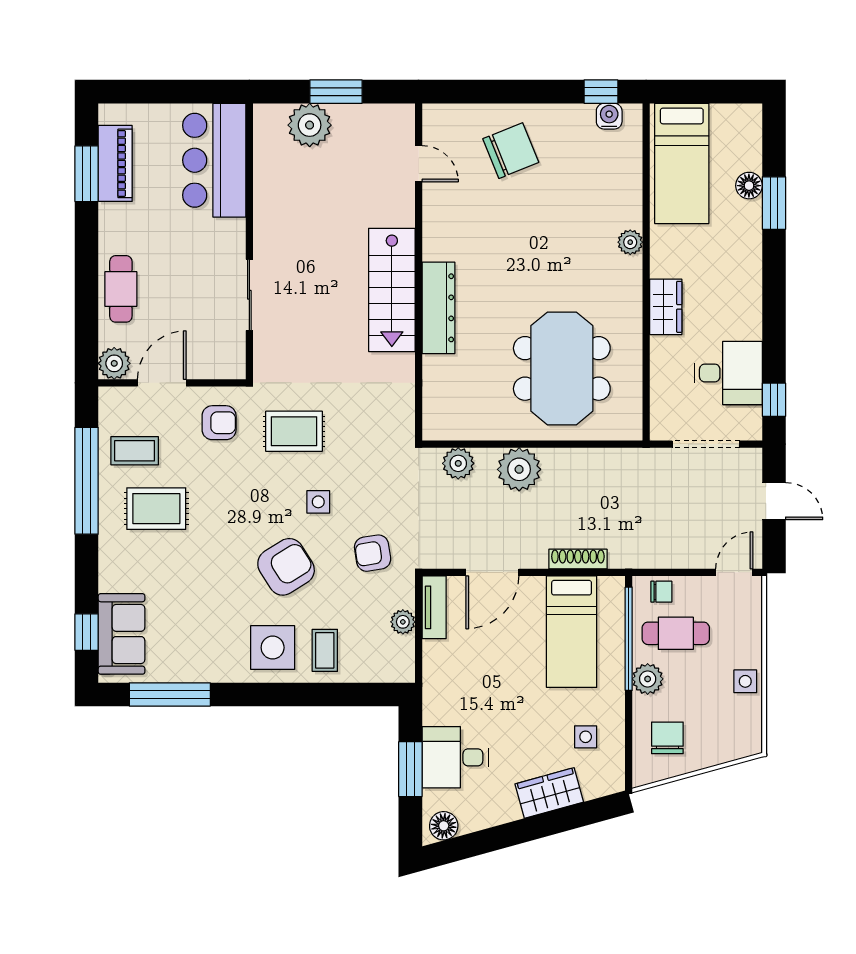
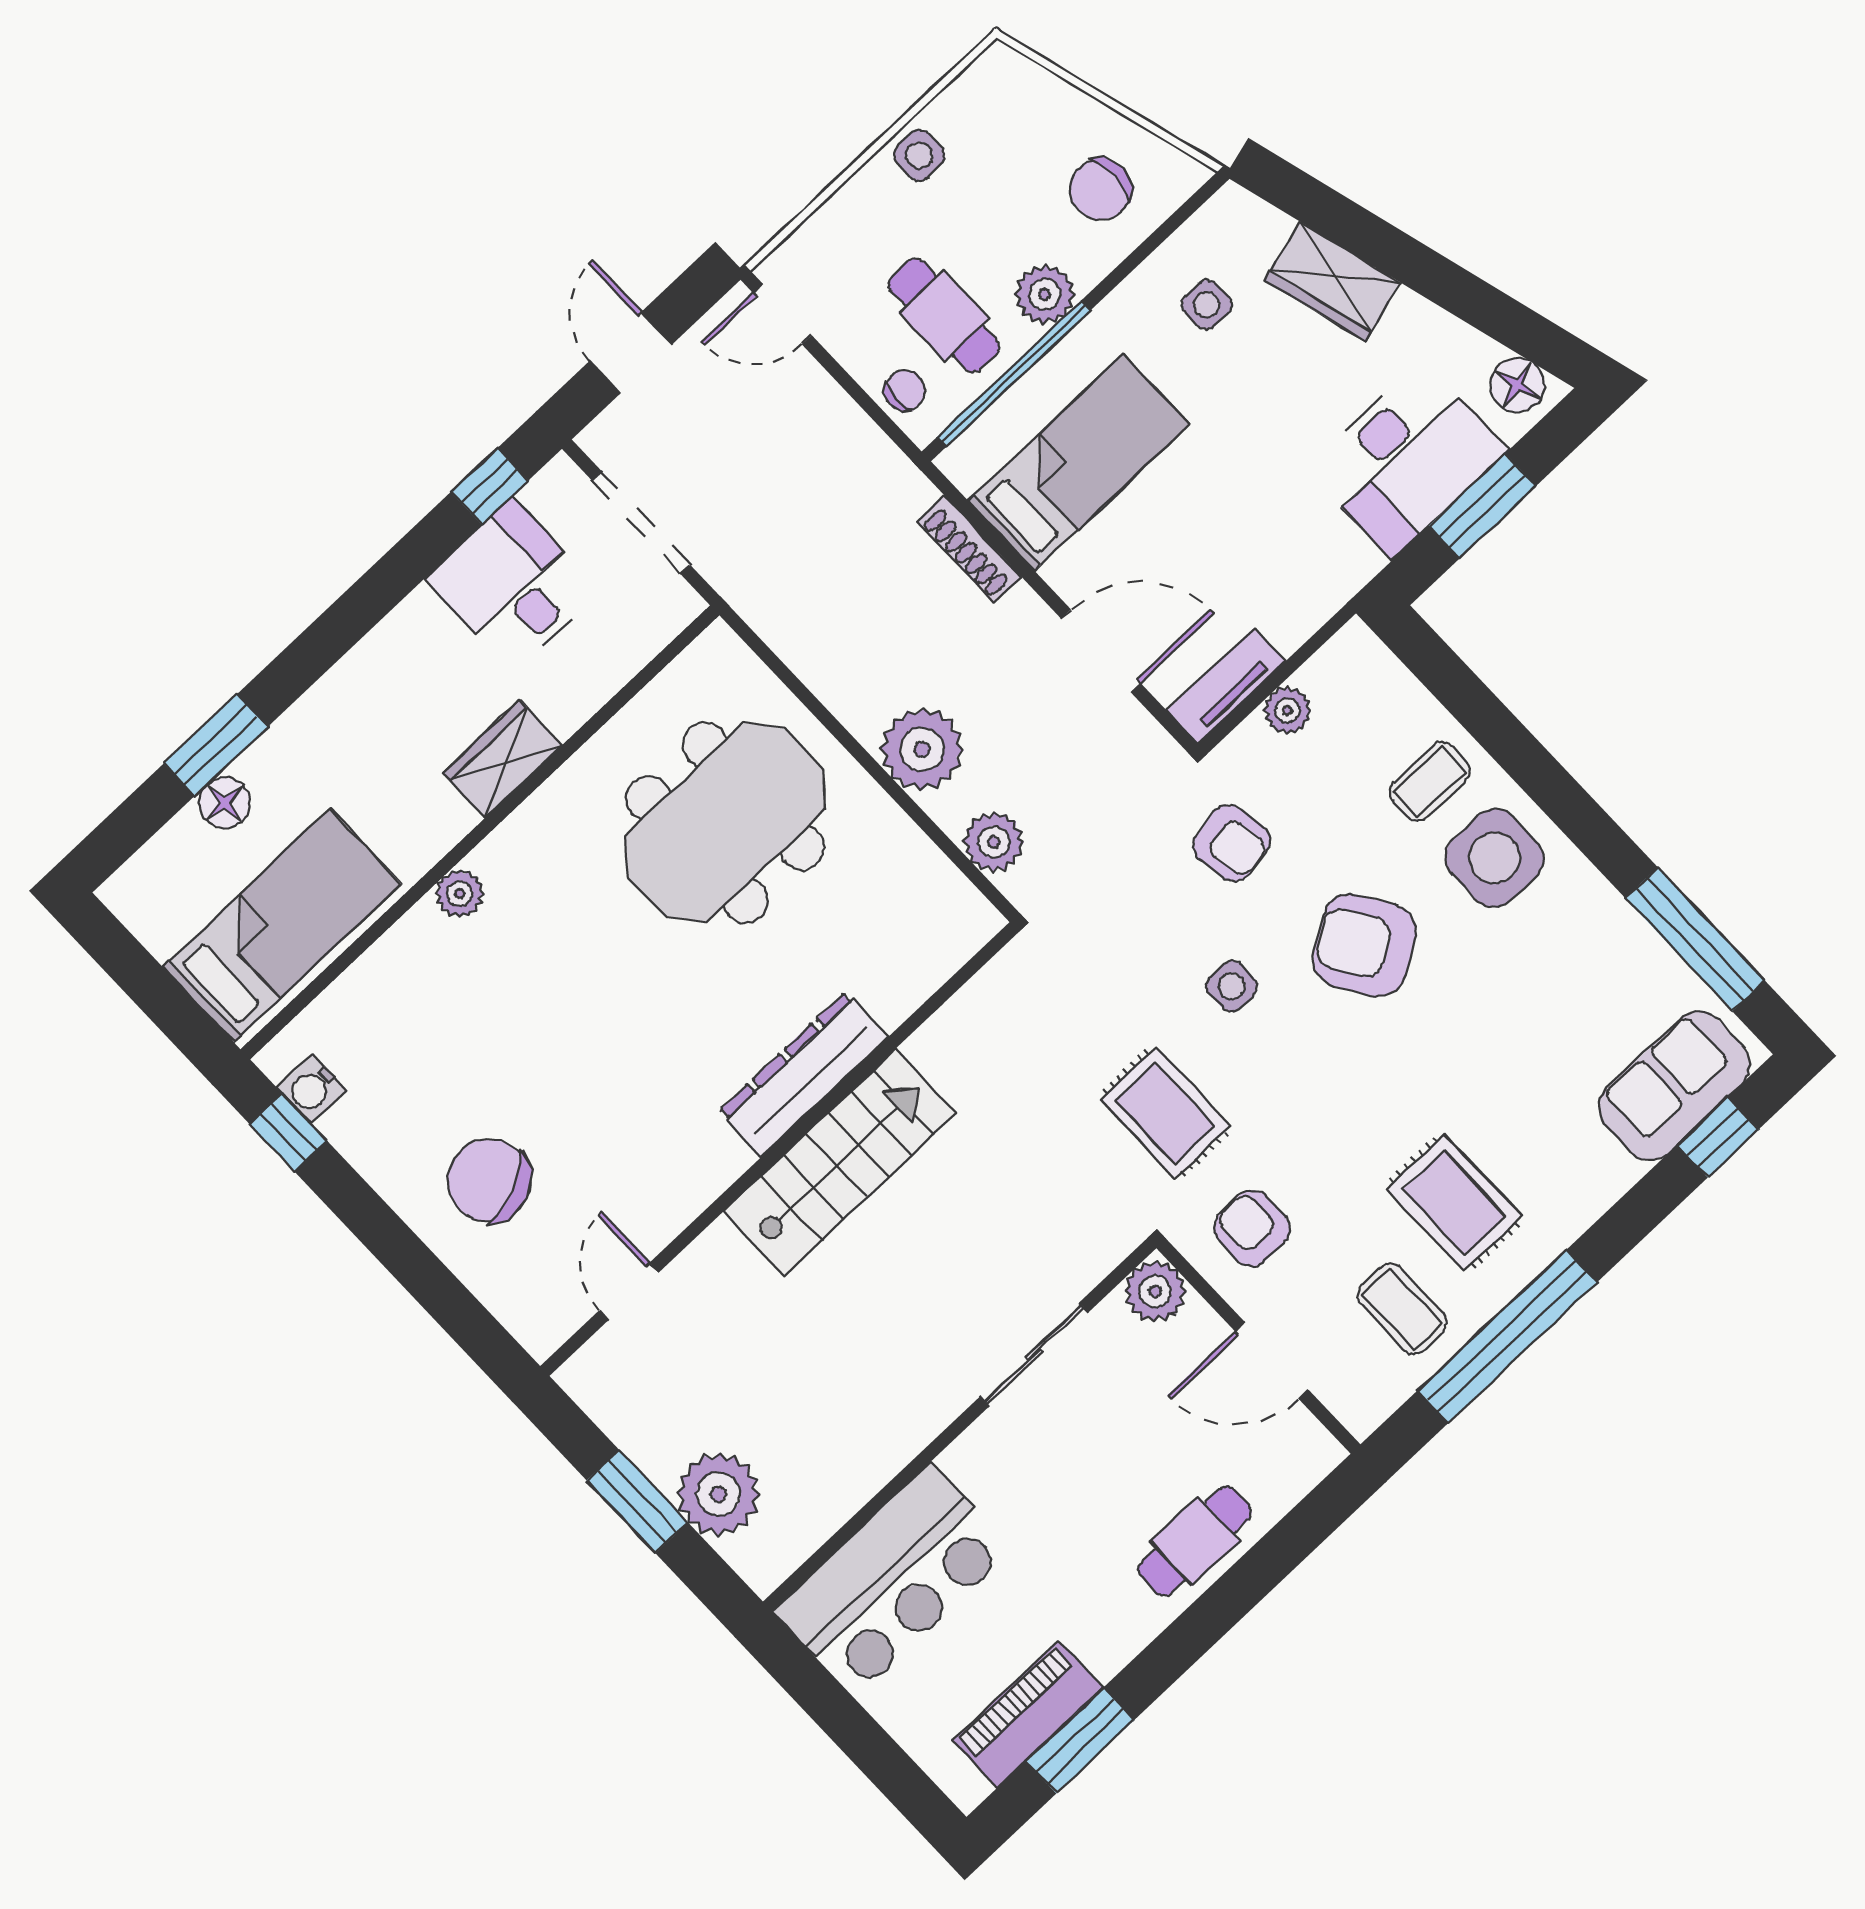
plant: (114, 363) -> (1155, 1291), moved
chair: (661, 592) -> (905, 390), turned 90
desk: (455, 757) -> (1407, 459), width x1.37

